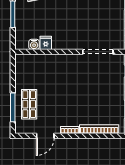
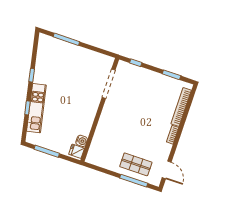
fridge: (46, 43) -> (77, 151), moved
door: (45, 136) -> (167, 170), moved

